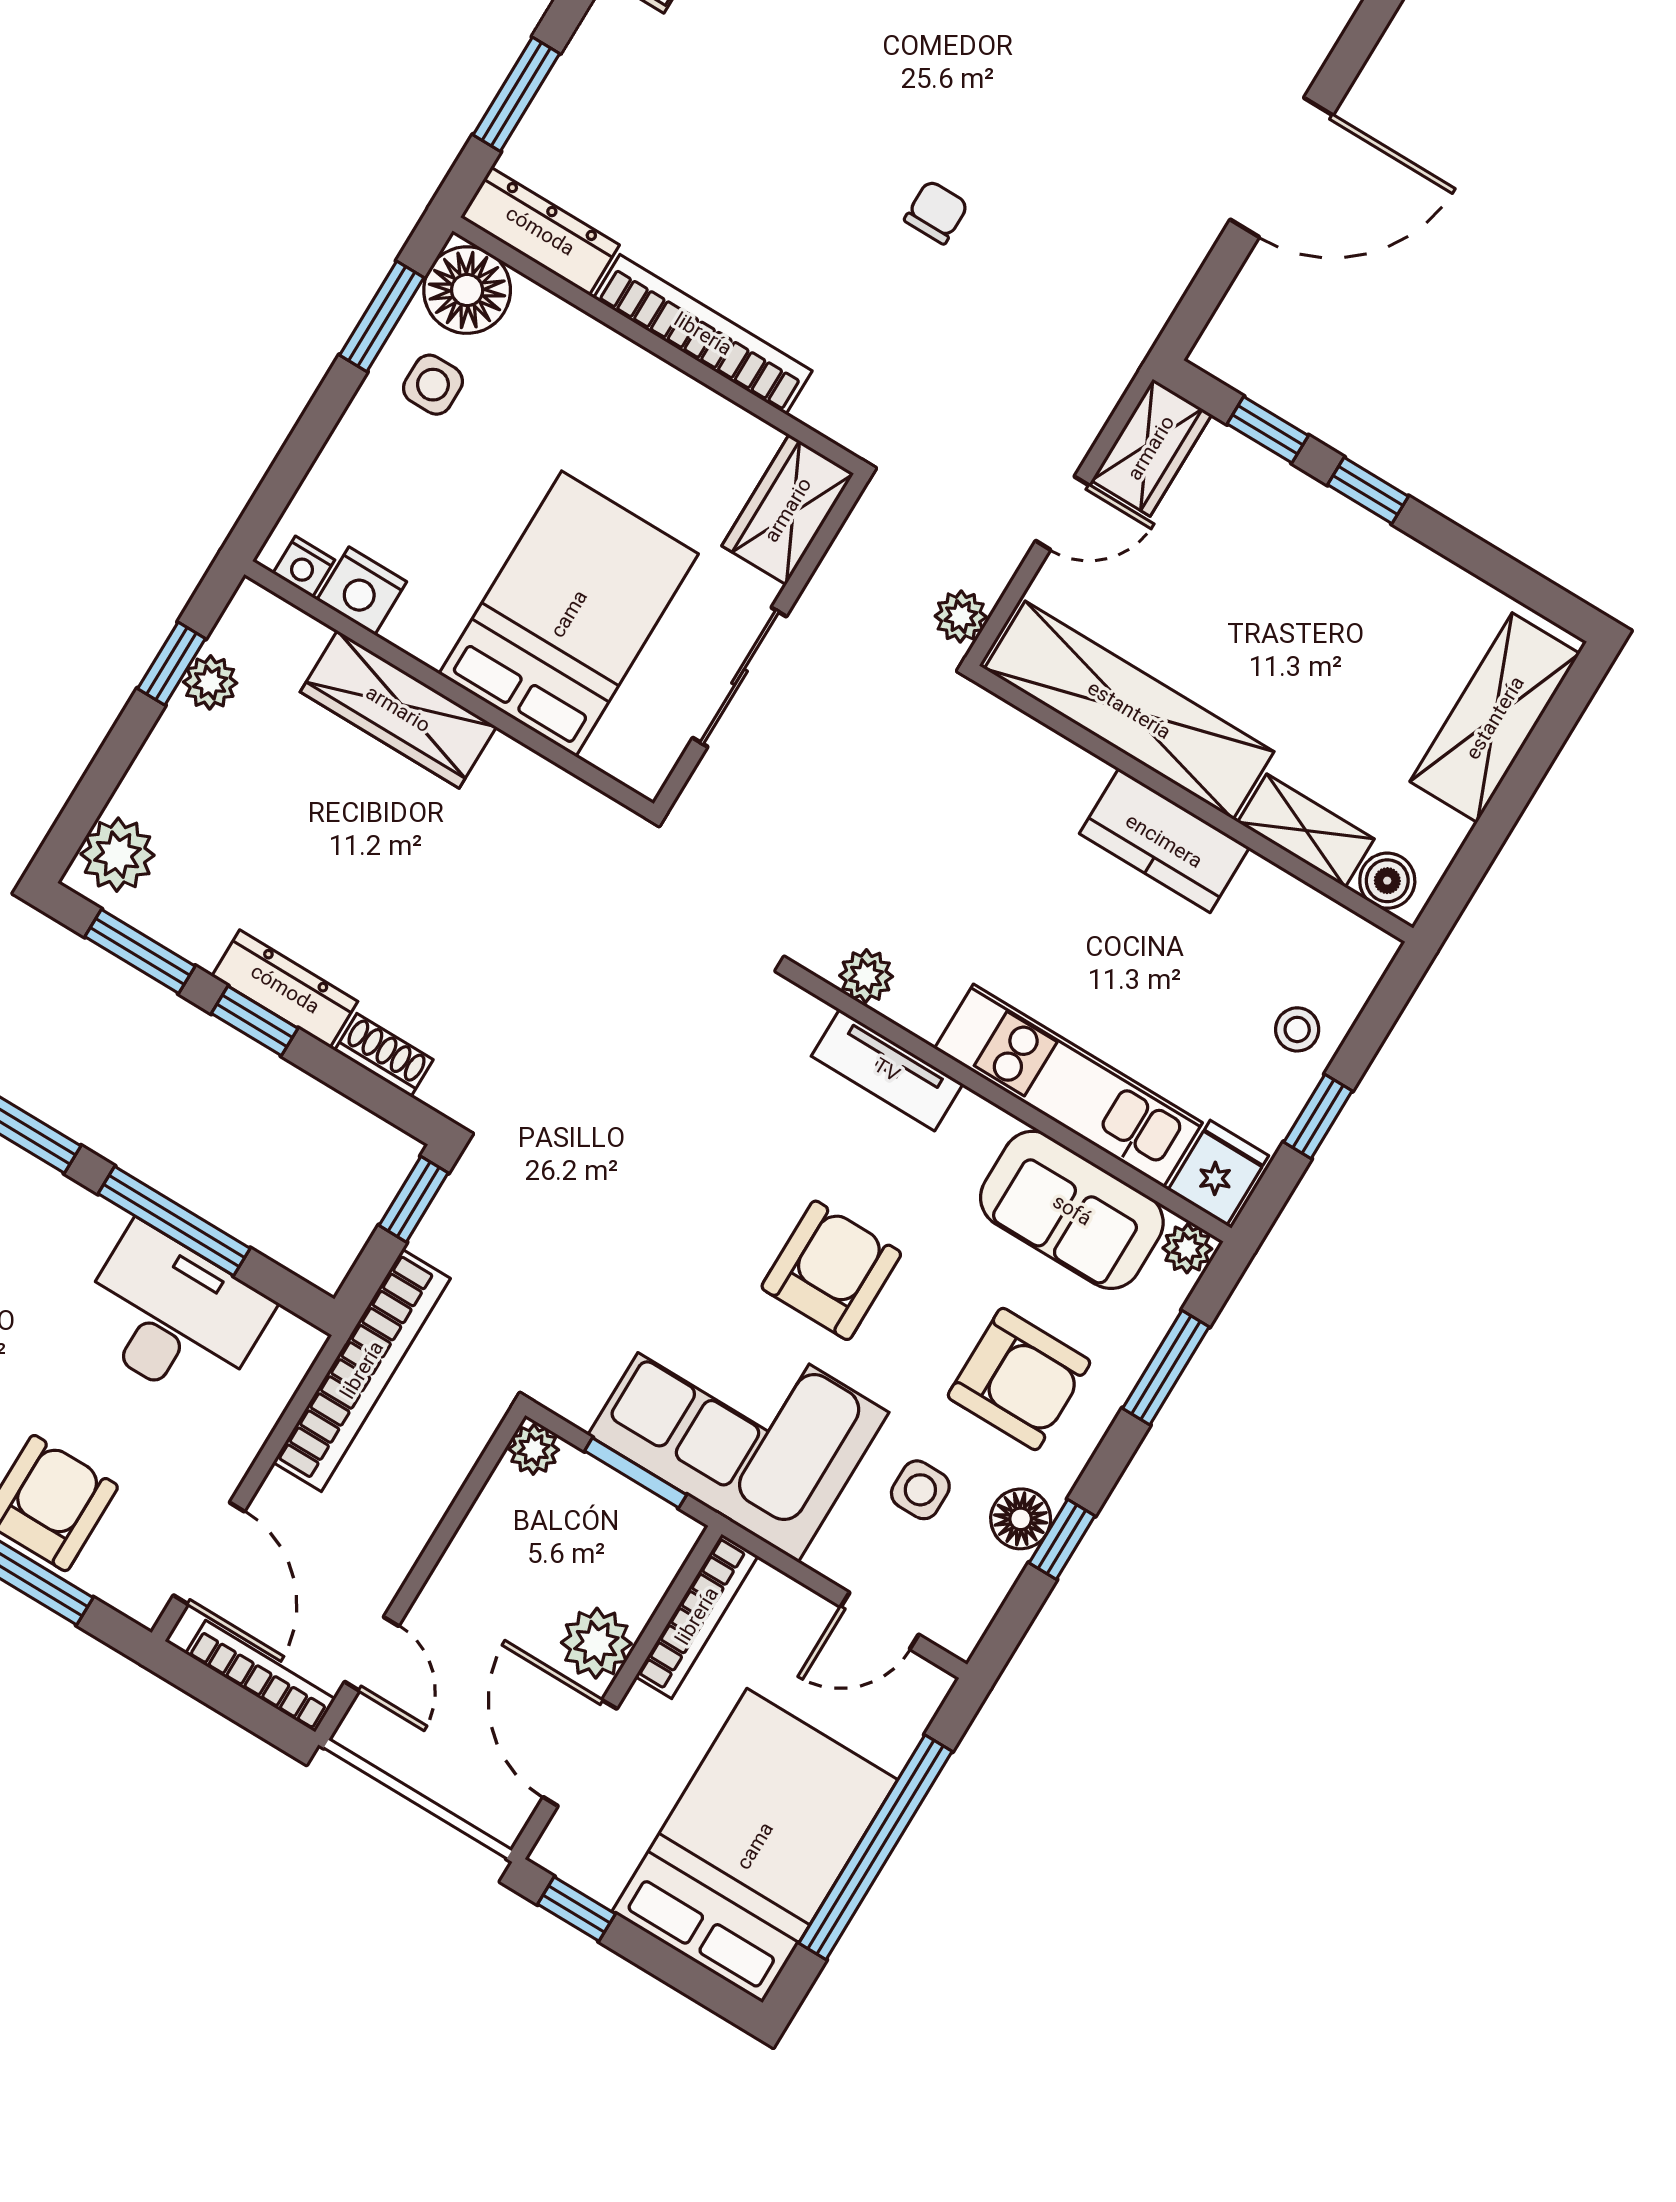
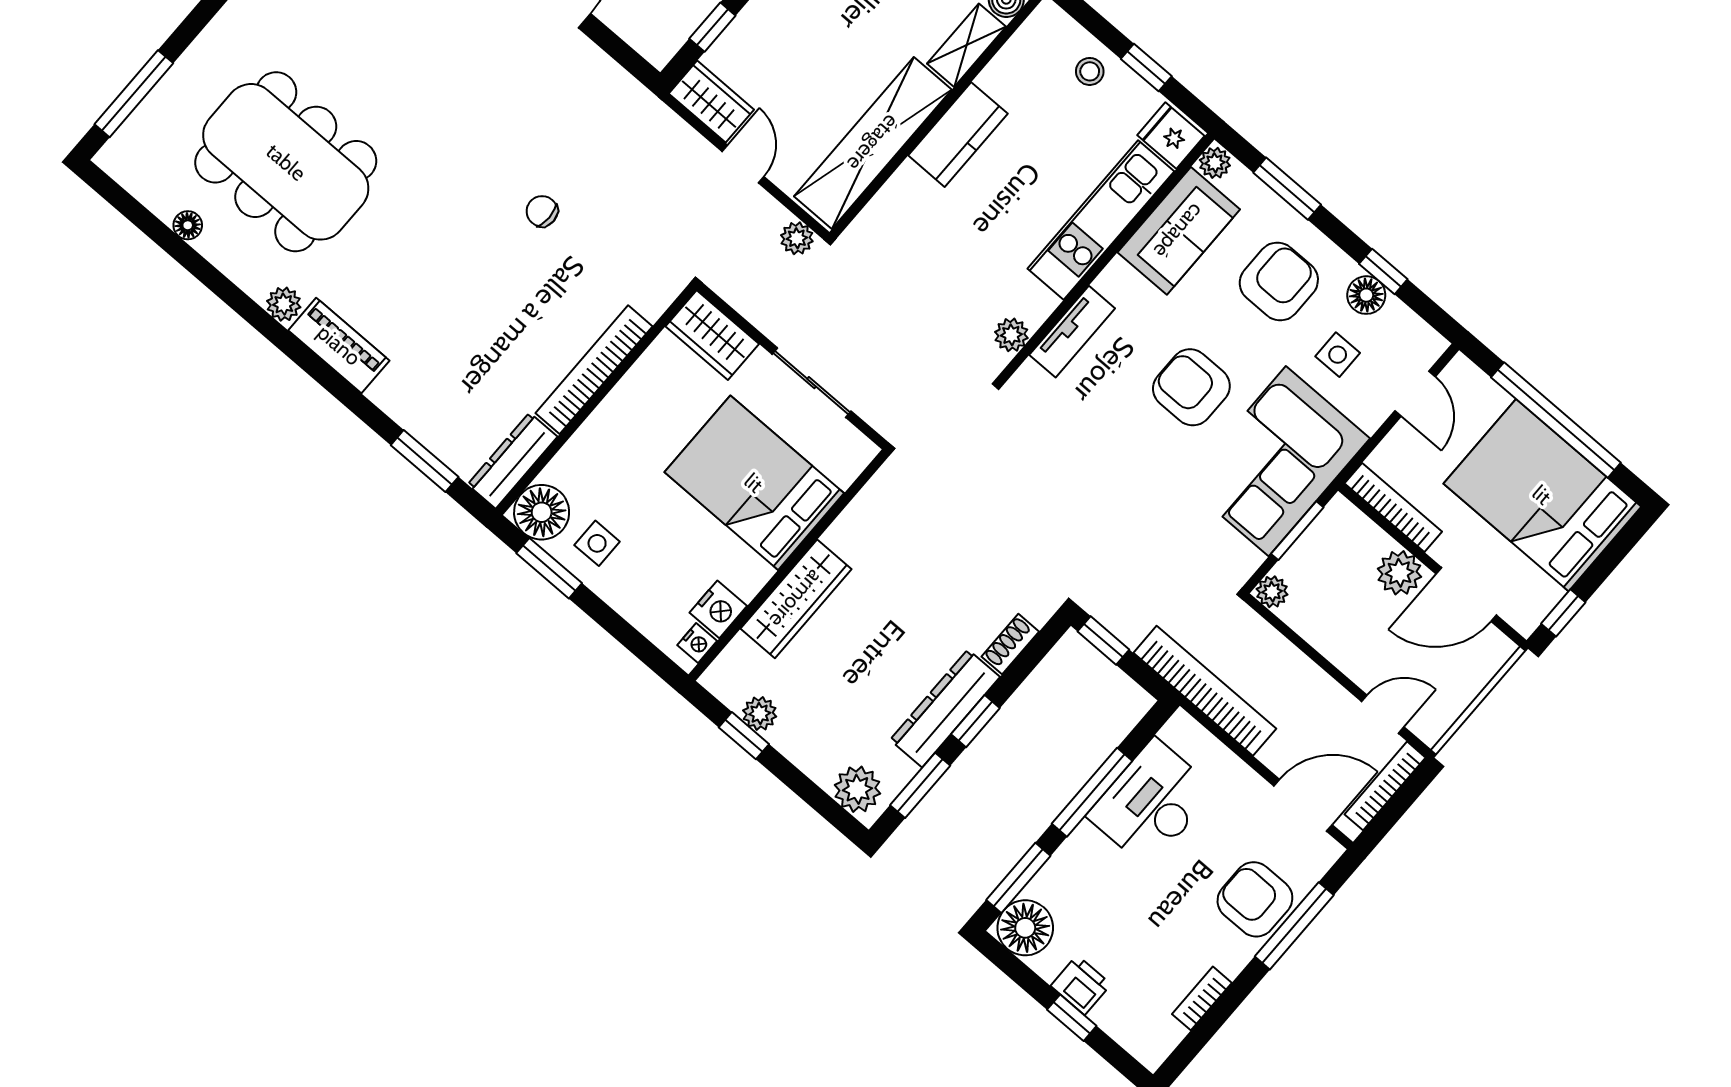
dresser: (285, 989) -> (945, 708), width x1.37, depth x1.24

